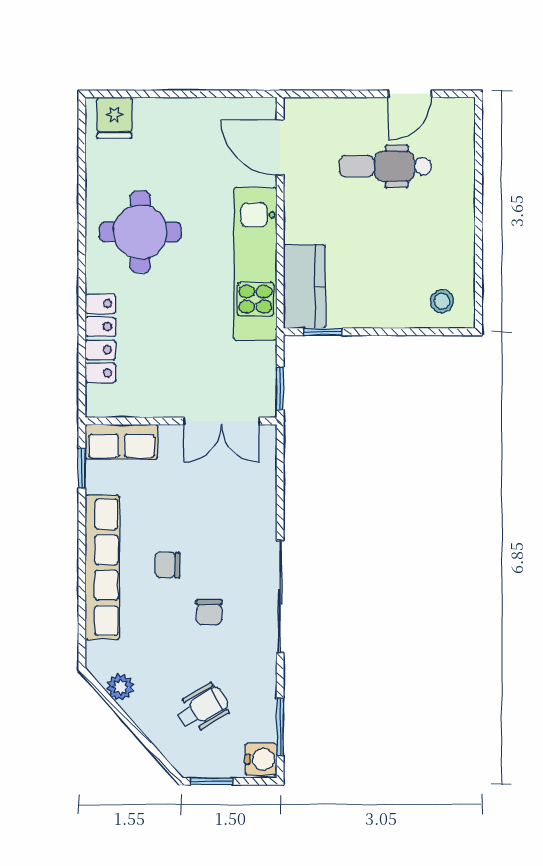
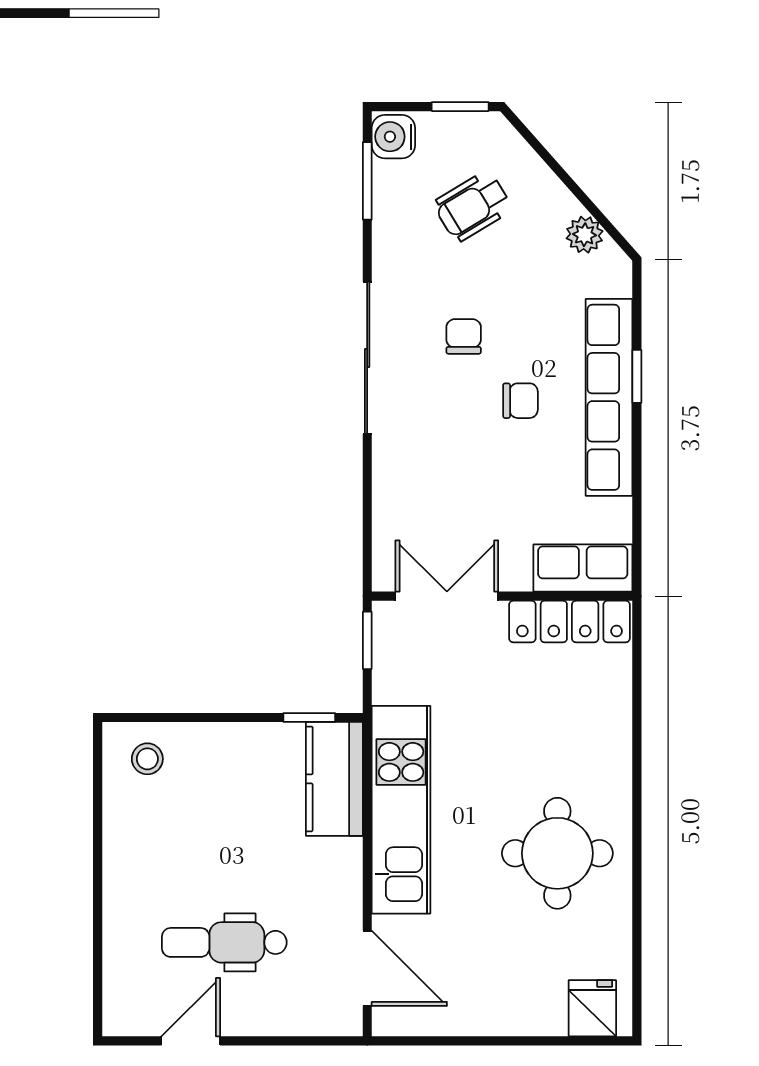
dental chair: (385, 166) -> (224, 942), turned 180
locker: (100, 338) -> (569, 621), moved, turned -90
window: (82, 468) -> (637, 376), moved

